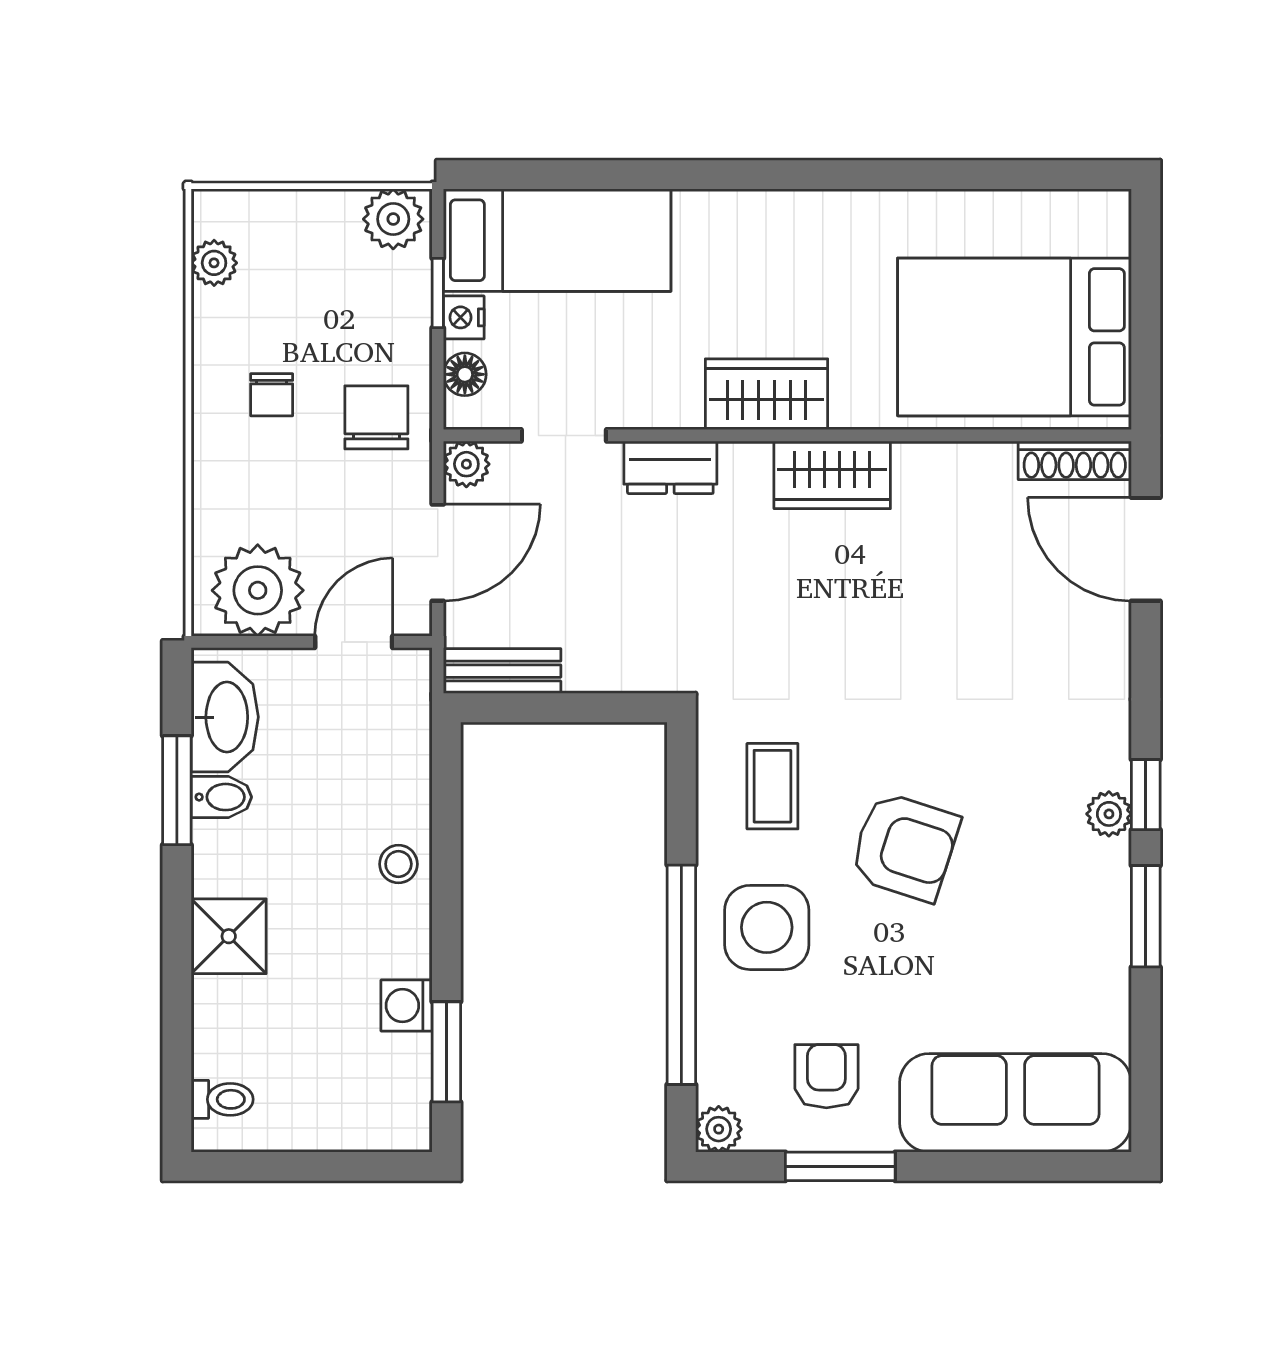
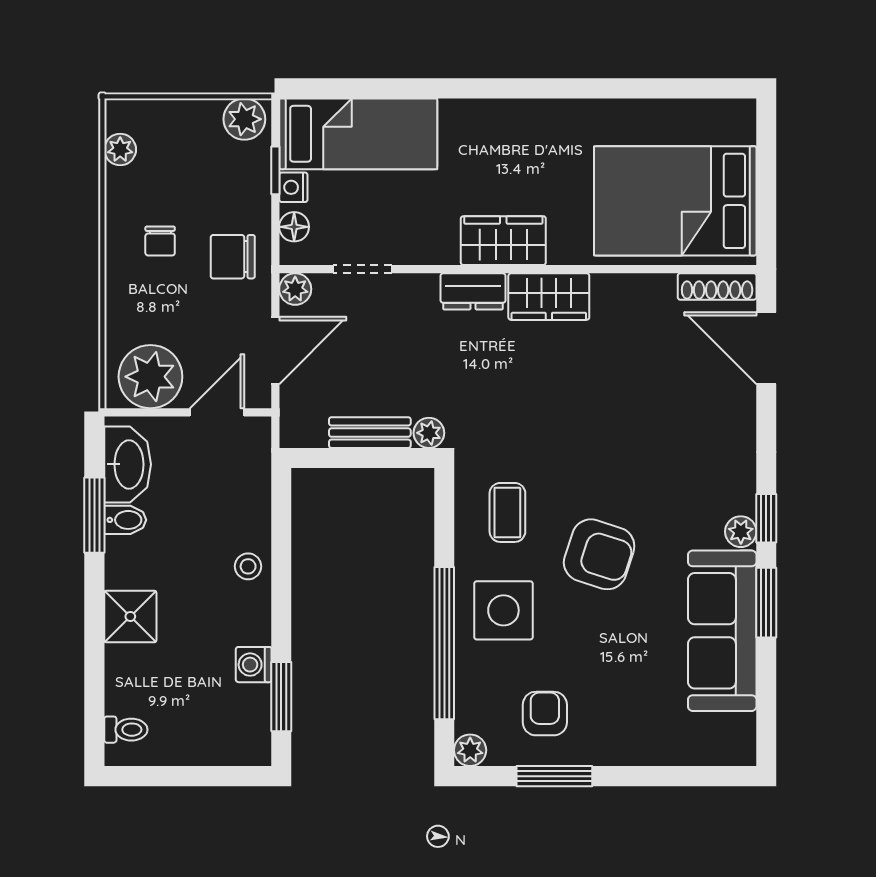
chair: (376, 417) -> (233, 257), turned -90
dresser: (670, 467) -> (473, 291), moved
bench: (502, 671) -> (370, 433), moved
plant: (659, 672) -> (429, 433), added
sofa: (1015, 1103) -> (722, 631), moved, turned -90

